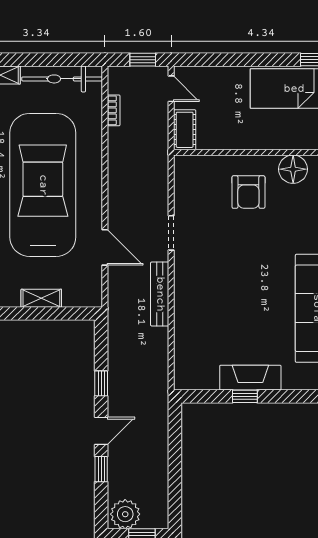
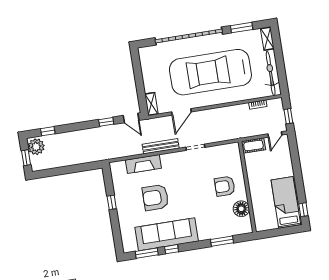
car: (43, 185) -> (210, 72), turned 180
shelving: (41, 298) -> (151, 104), moved
armchair: (249, 318) -> (155, 198), added
fireplace: (250, 378) -> (143, 164), moved, turned 90
door: (101, 431) -> (131, 118), moved
window: (101, 469) -> (48, 131), moved

